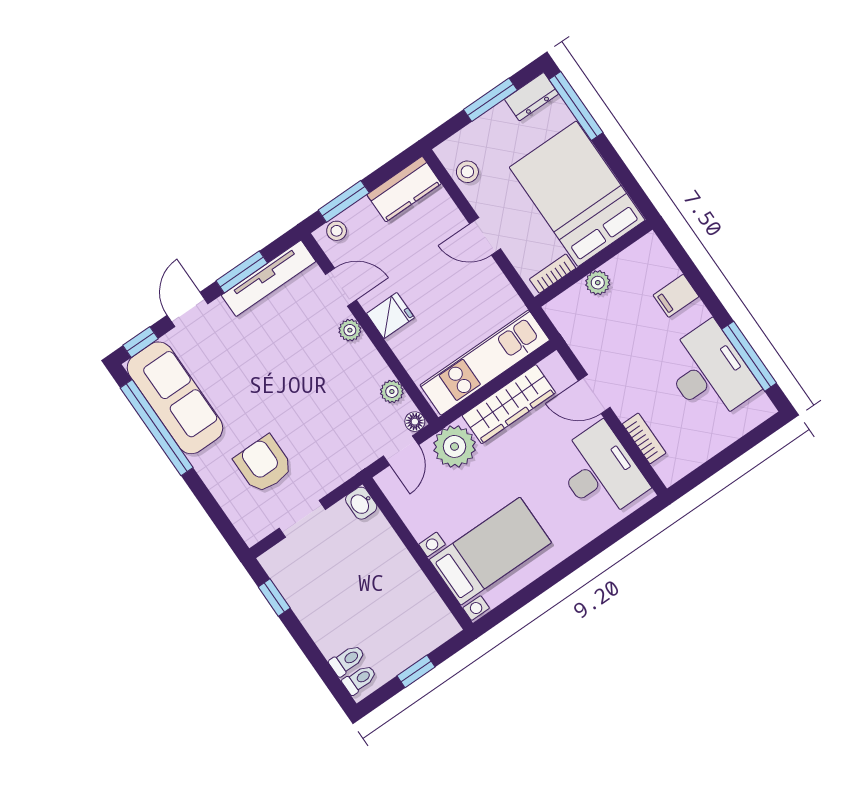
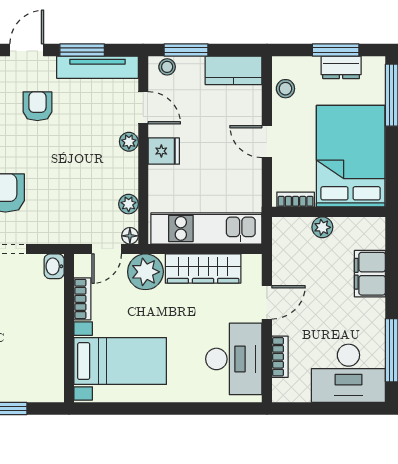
dresser: (531, 97) -> (341, 67), moved
filing cabinet: (676, 296) -> (370, 274), width x2.00
armchair: (236, 357) -> (37, 106), added
desk: (709, 373) -> (348, 373), moved, turned 90
door: (594, 394) -> (267, 302), swing flipped
bookcase: (411, 516) -> (82, 299), added

